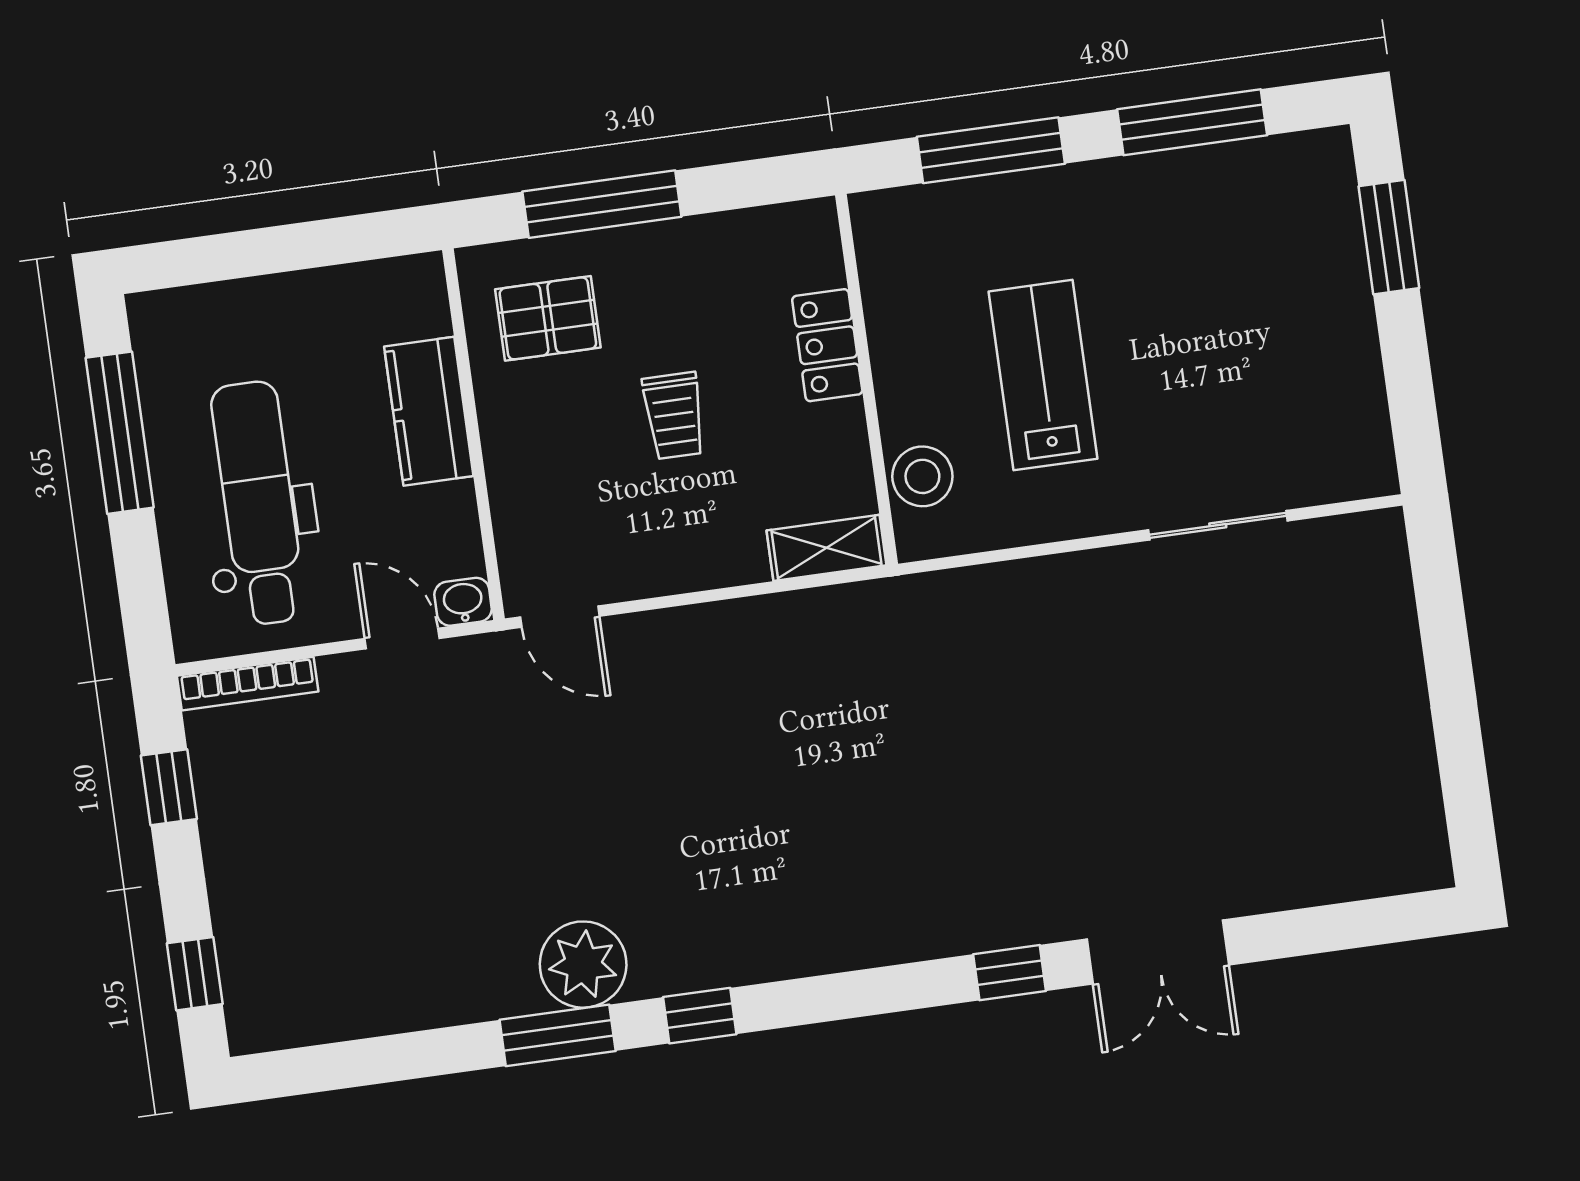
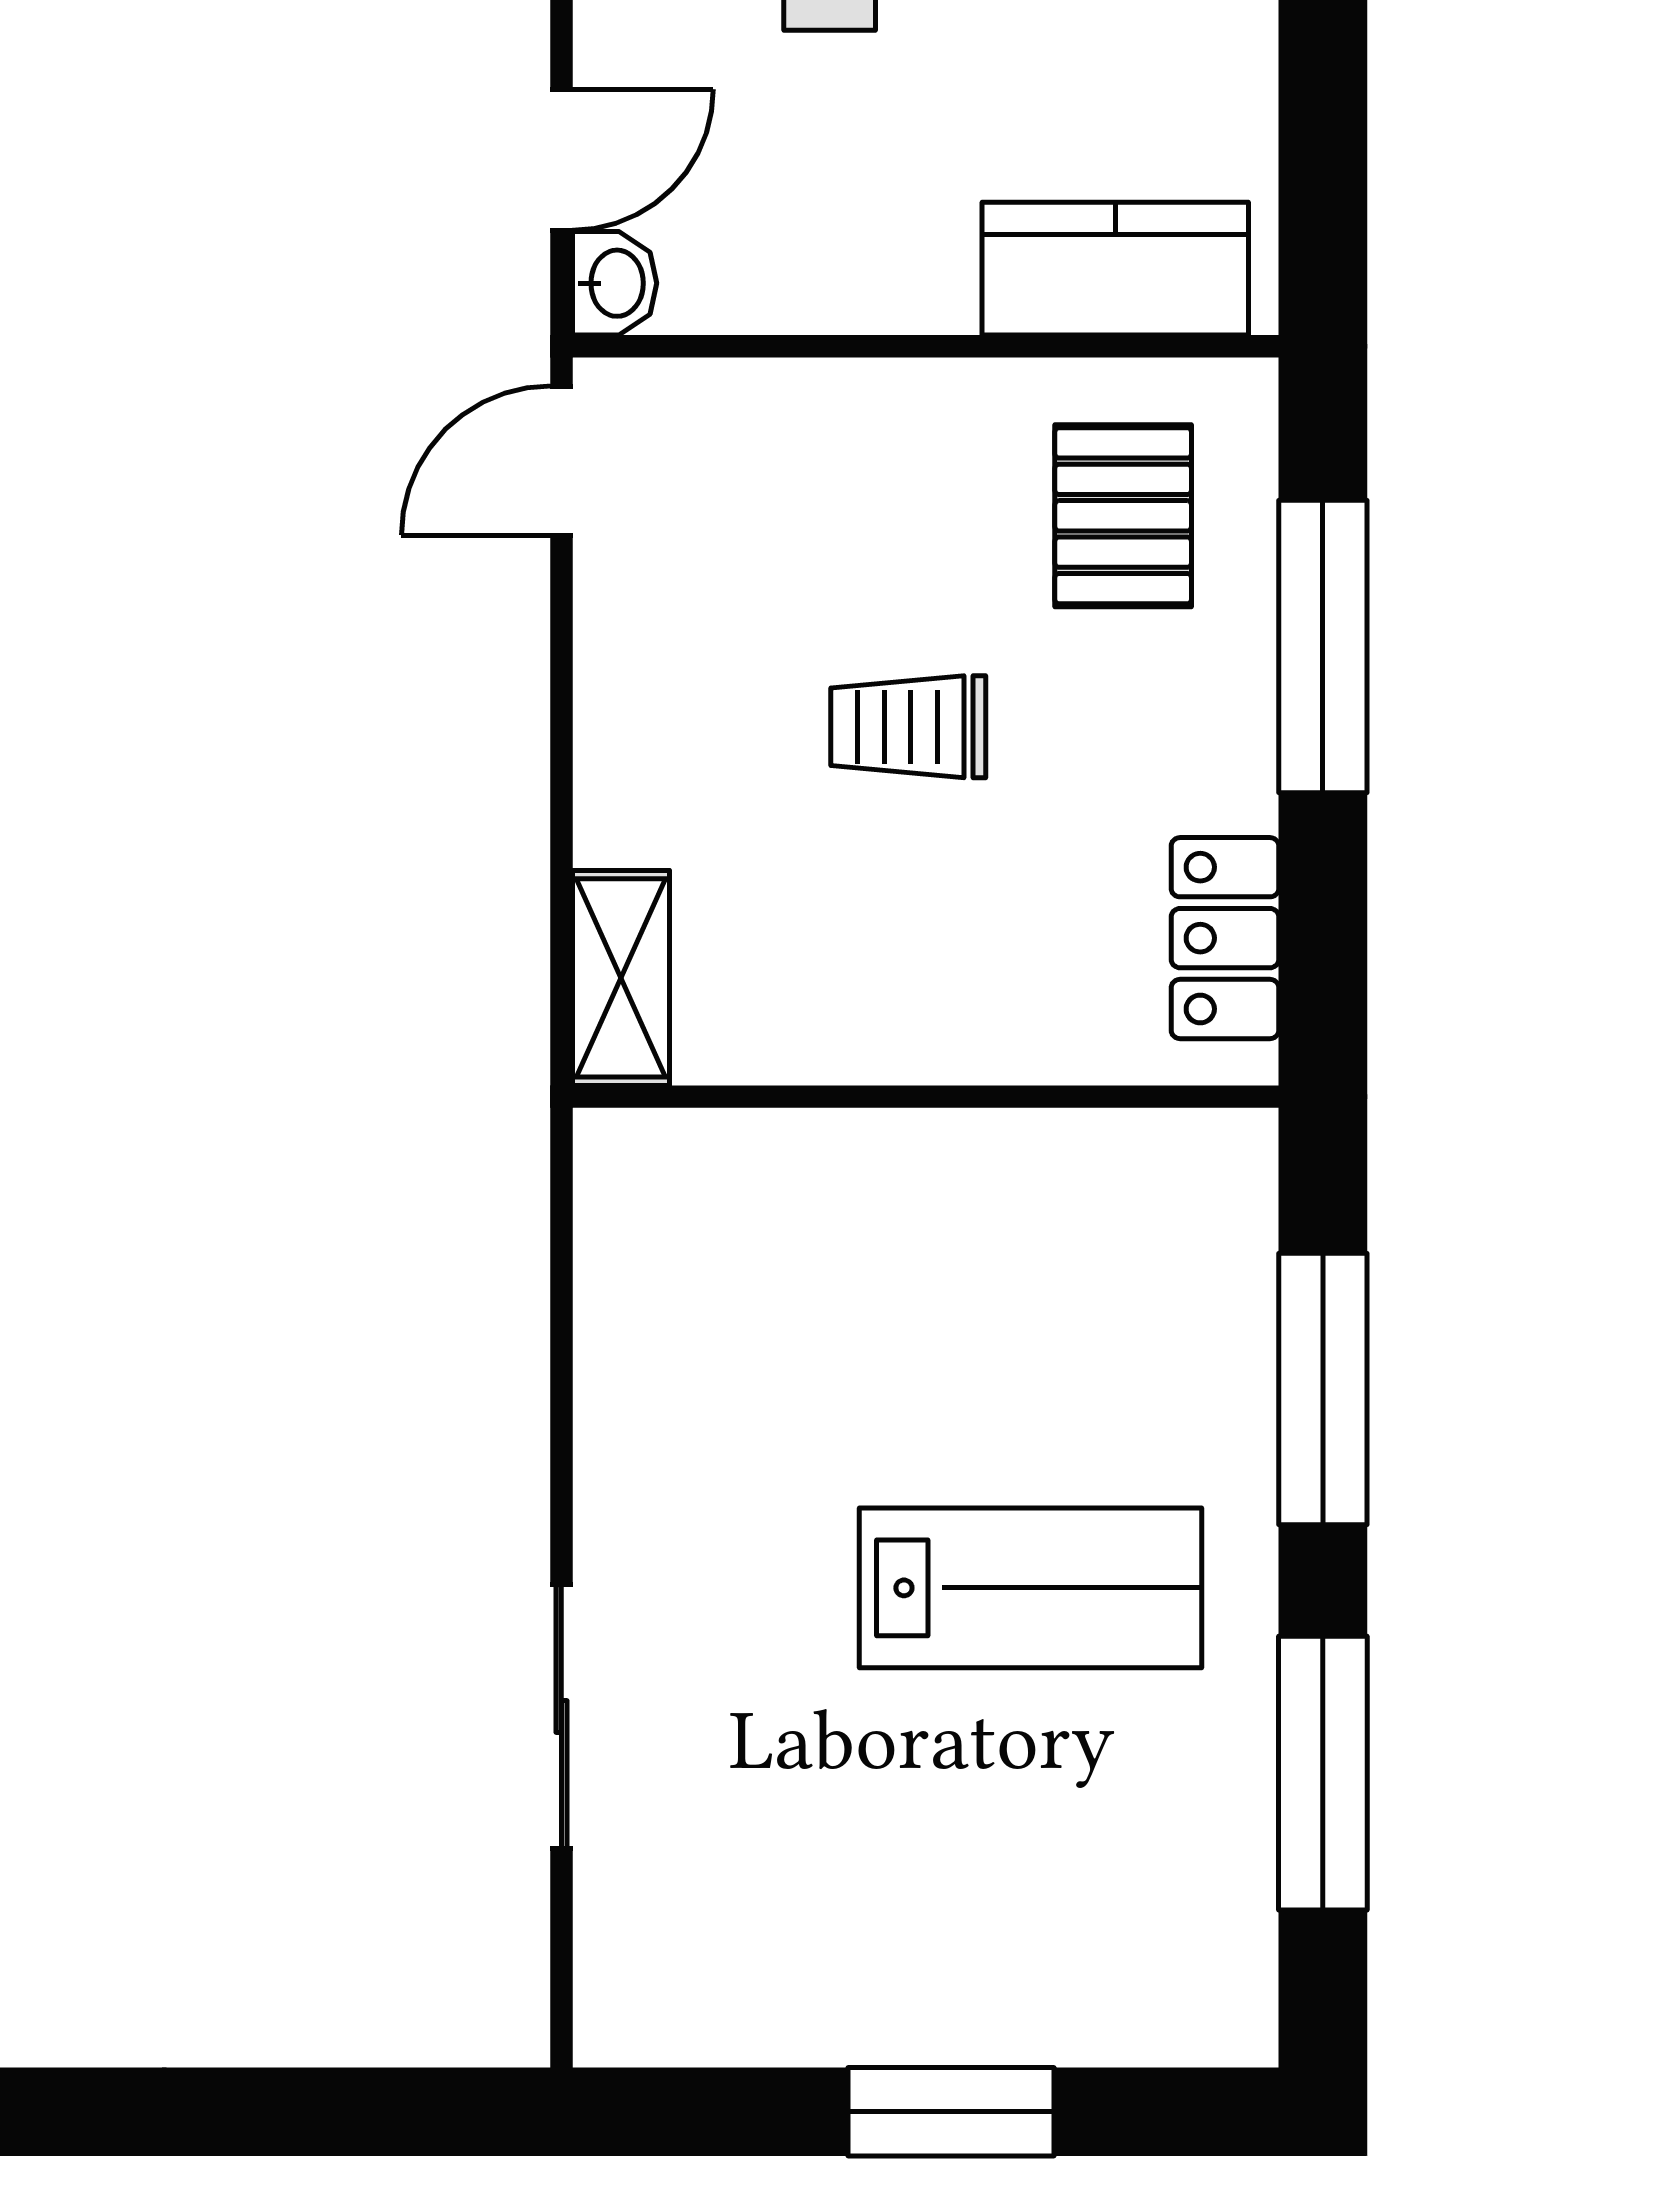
window: (1389, 237) -> (951, 2112), moved
locker: (827, 345) -> (1225, 938), moved, turned -90
lab bench: (1043, 375) -> (1030, 1588), moved
kitchen counter: (429, 411) -> (1115, 269), moved
stool: (922, 476) -> (730, 1176), removed

